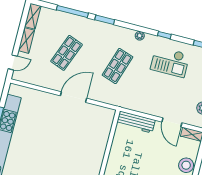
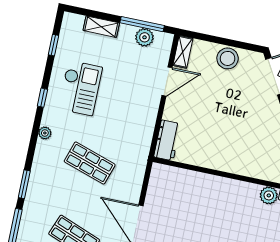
workbench: (136, 122) -> (167, 140), width x0.73

